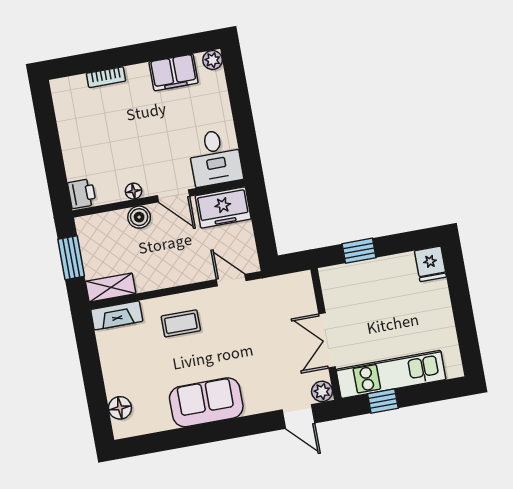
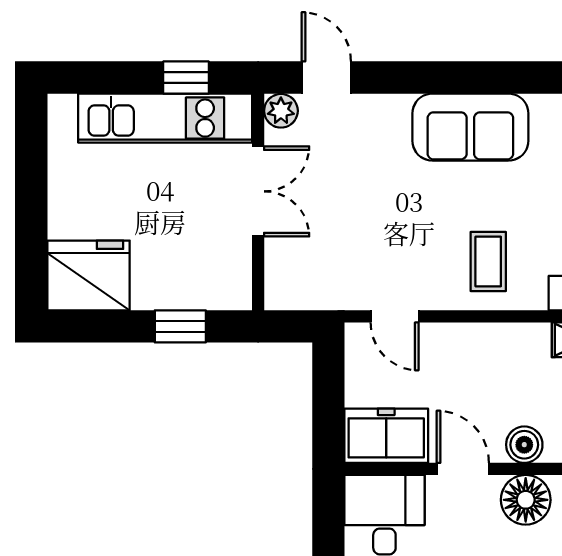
floor lamp: (134, 191) -> (526, 500), width x1.89, depth x1.89
fridge: (430, 264) -> (89, 275), width x1.88, depth x1.34
coffee table: (181, 323) -> (488, 261), turned 90

